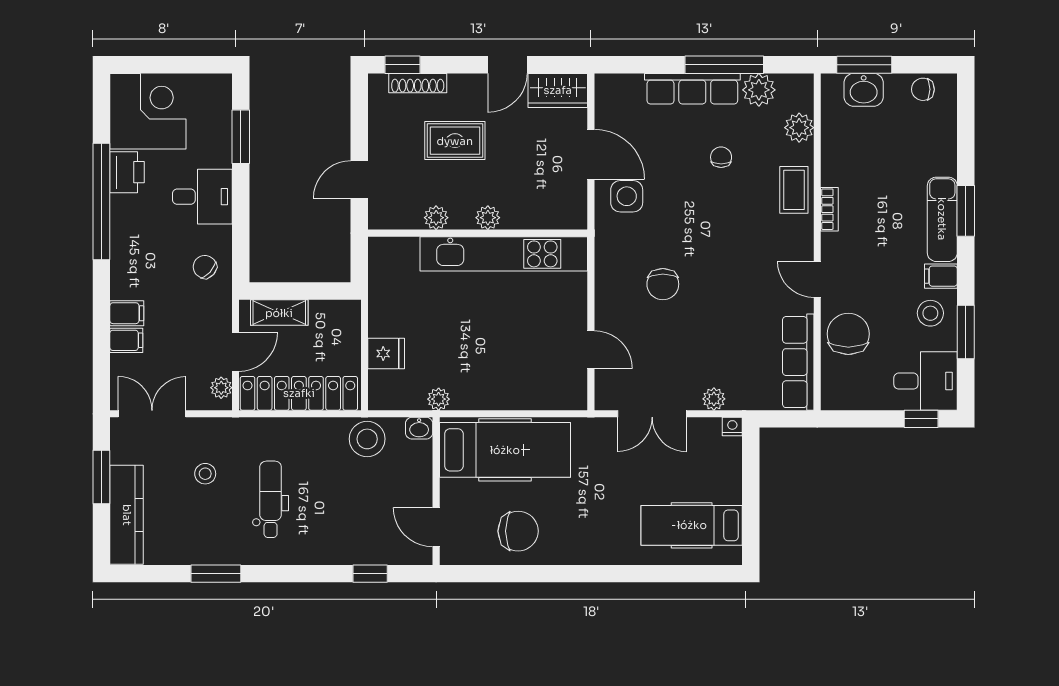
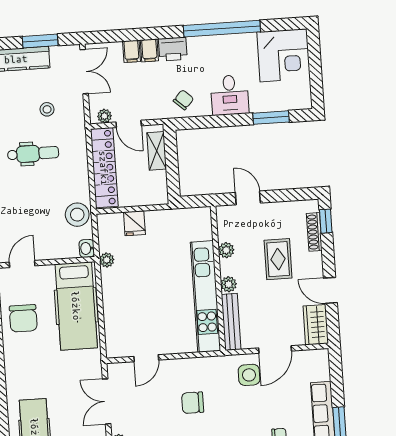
printer: (127, 172) -> (173, 49), moved
bench: (545, 218) -> (231, 322), added

